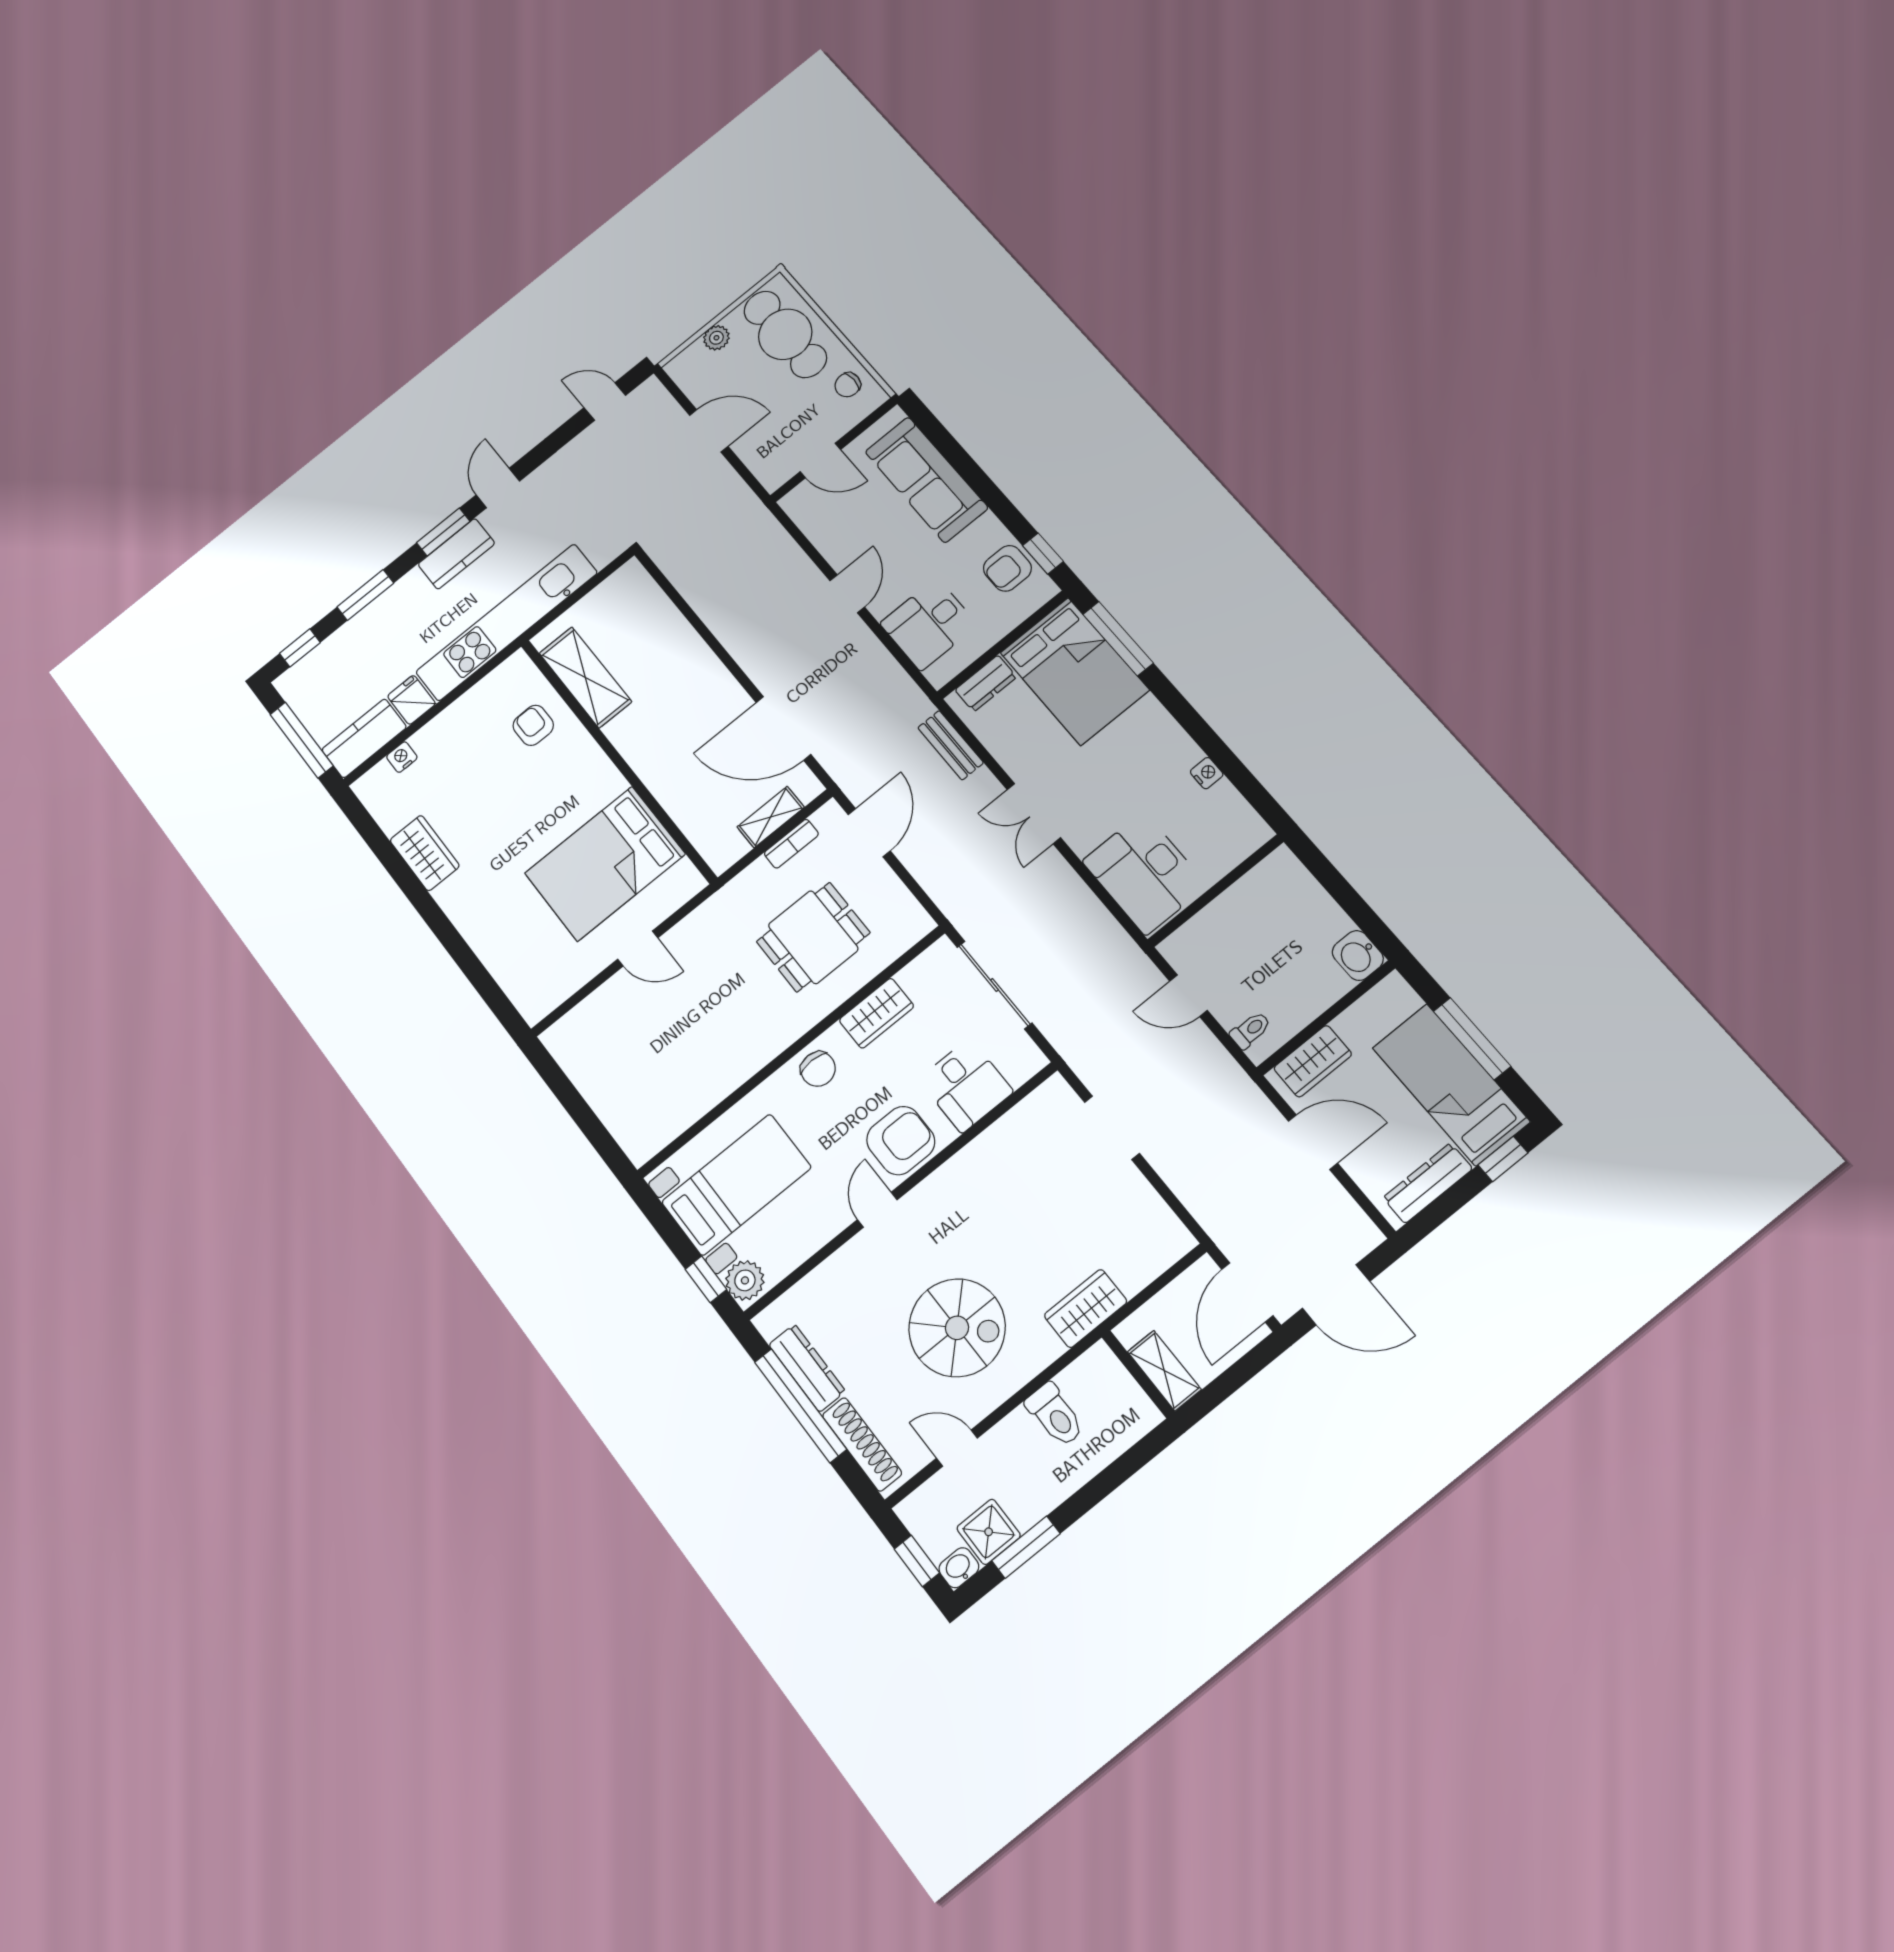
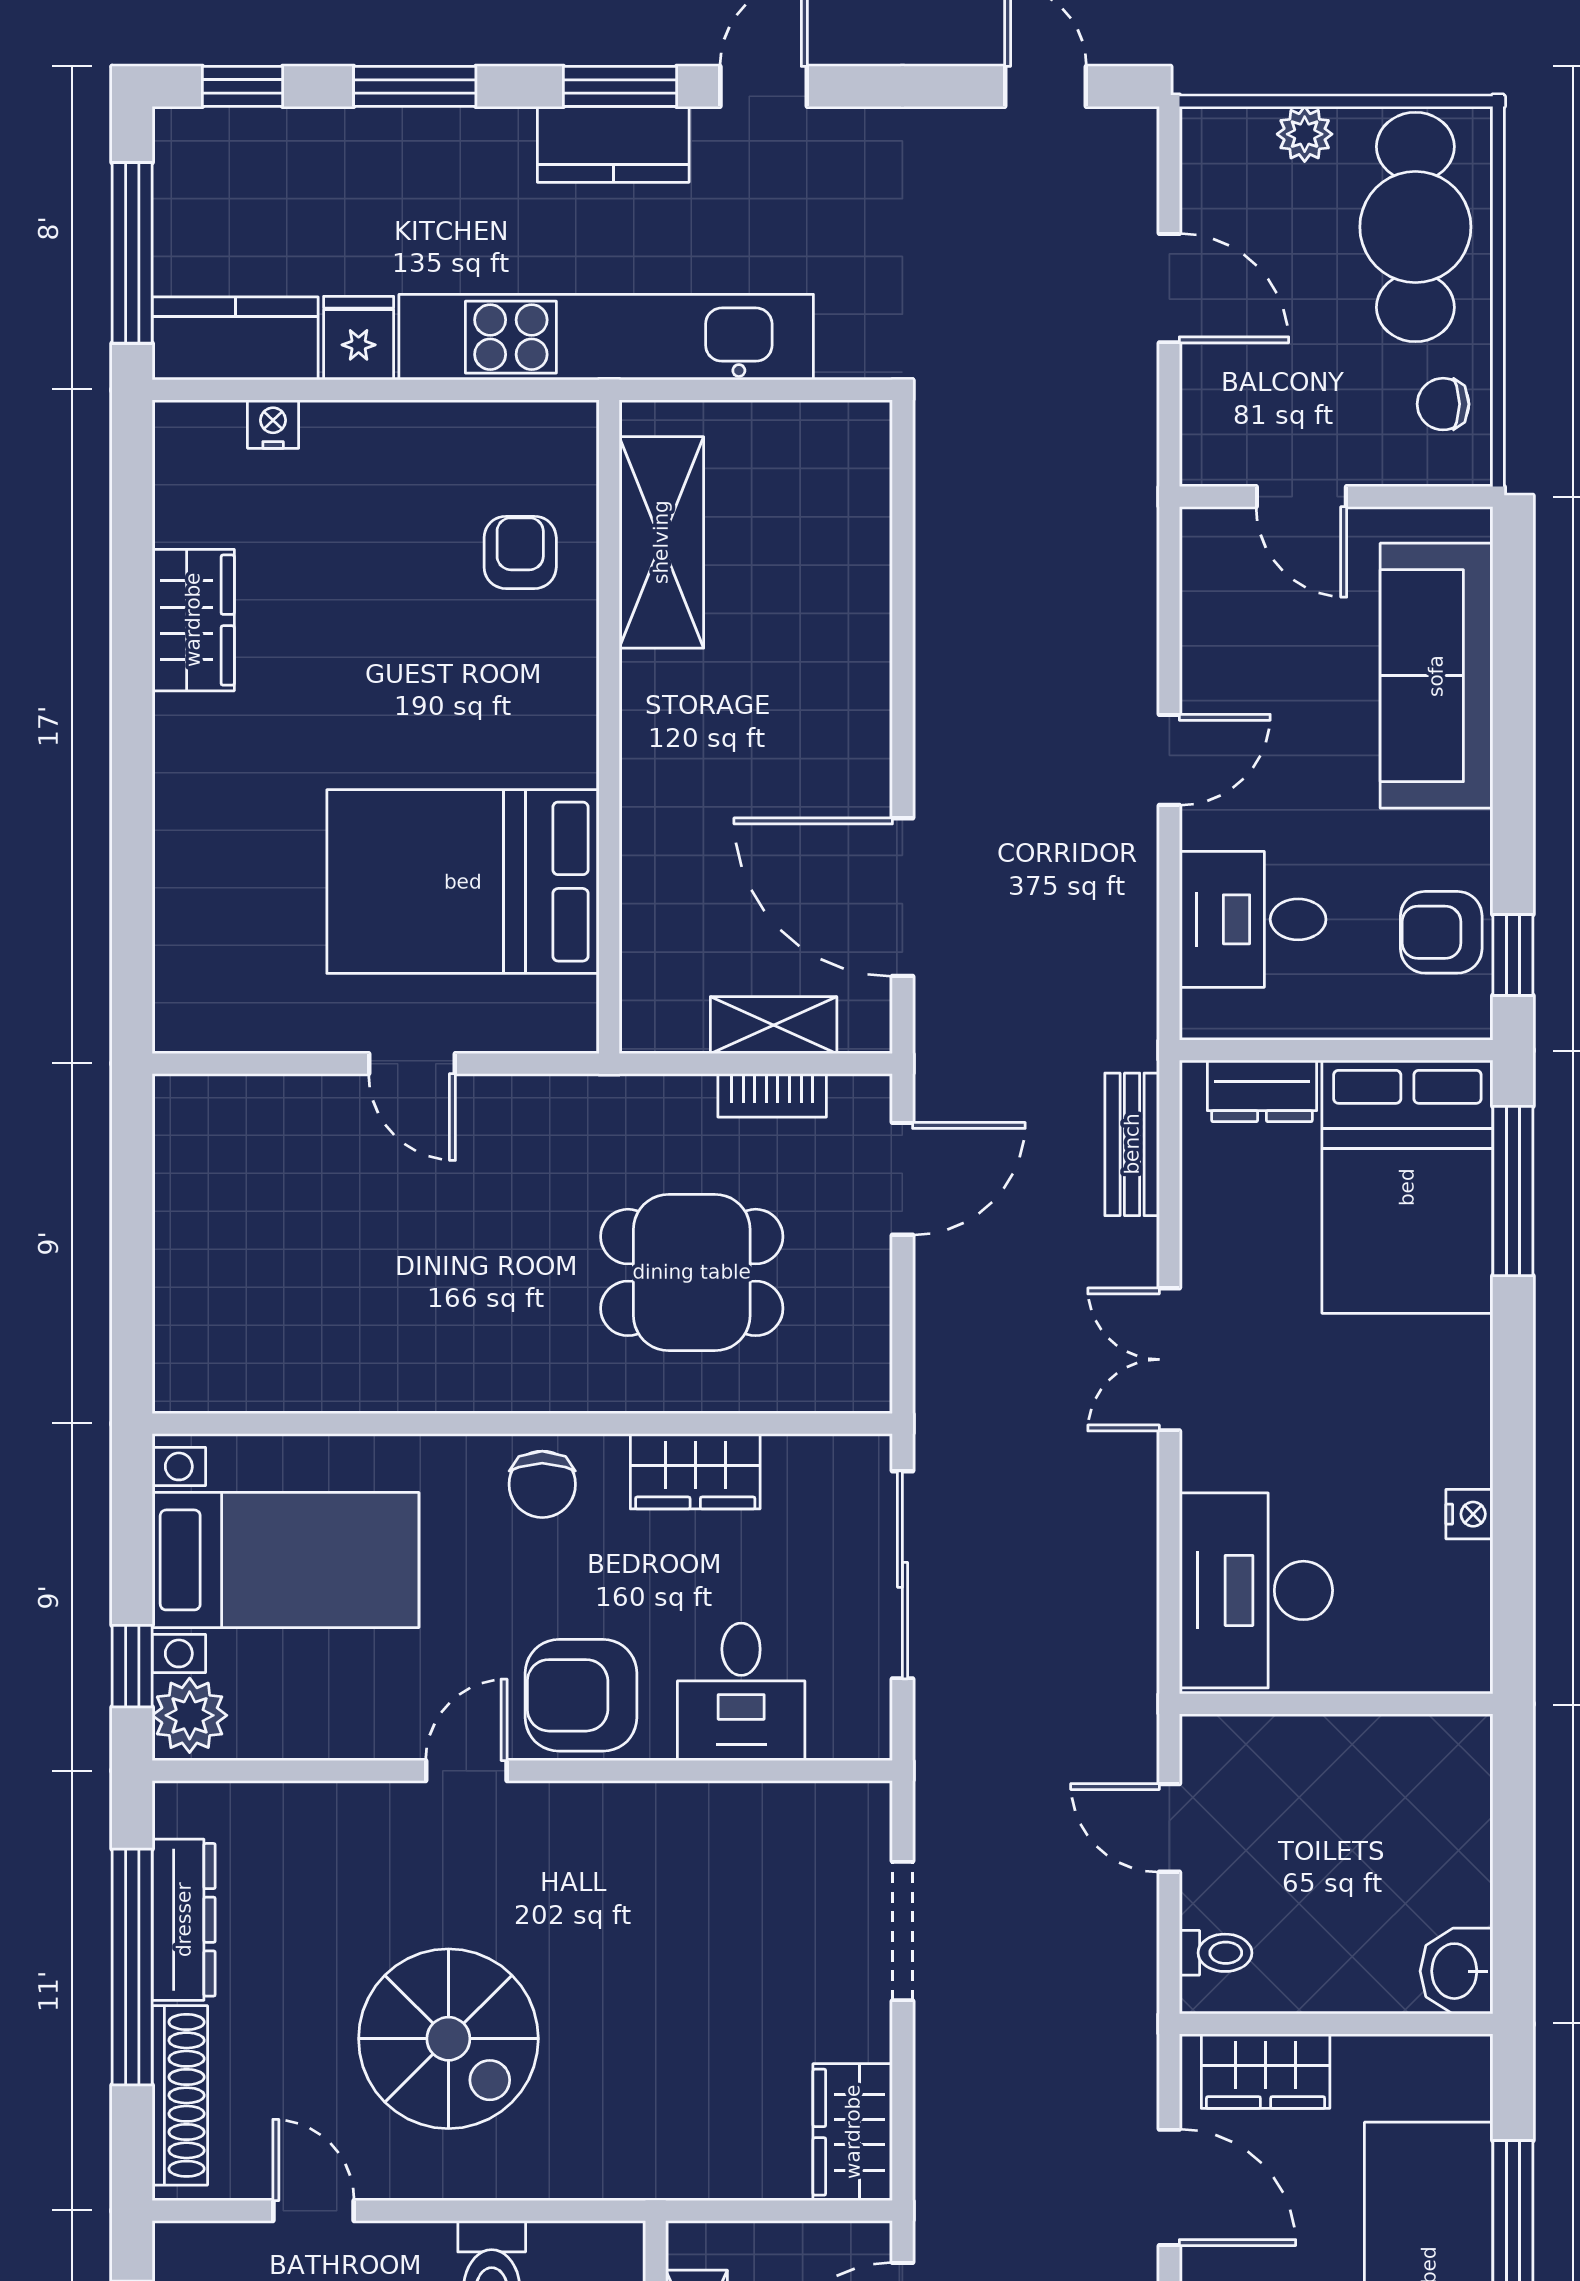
armchair: (901, 1141) -> (581, 1695), turned 180
wardrobe: (1086, 1308) -> (853, 2132), moved, turned -90

